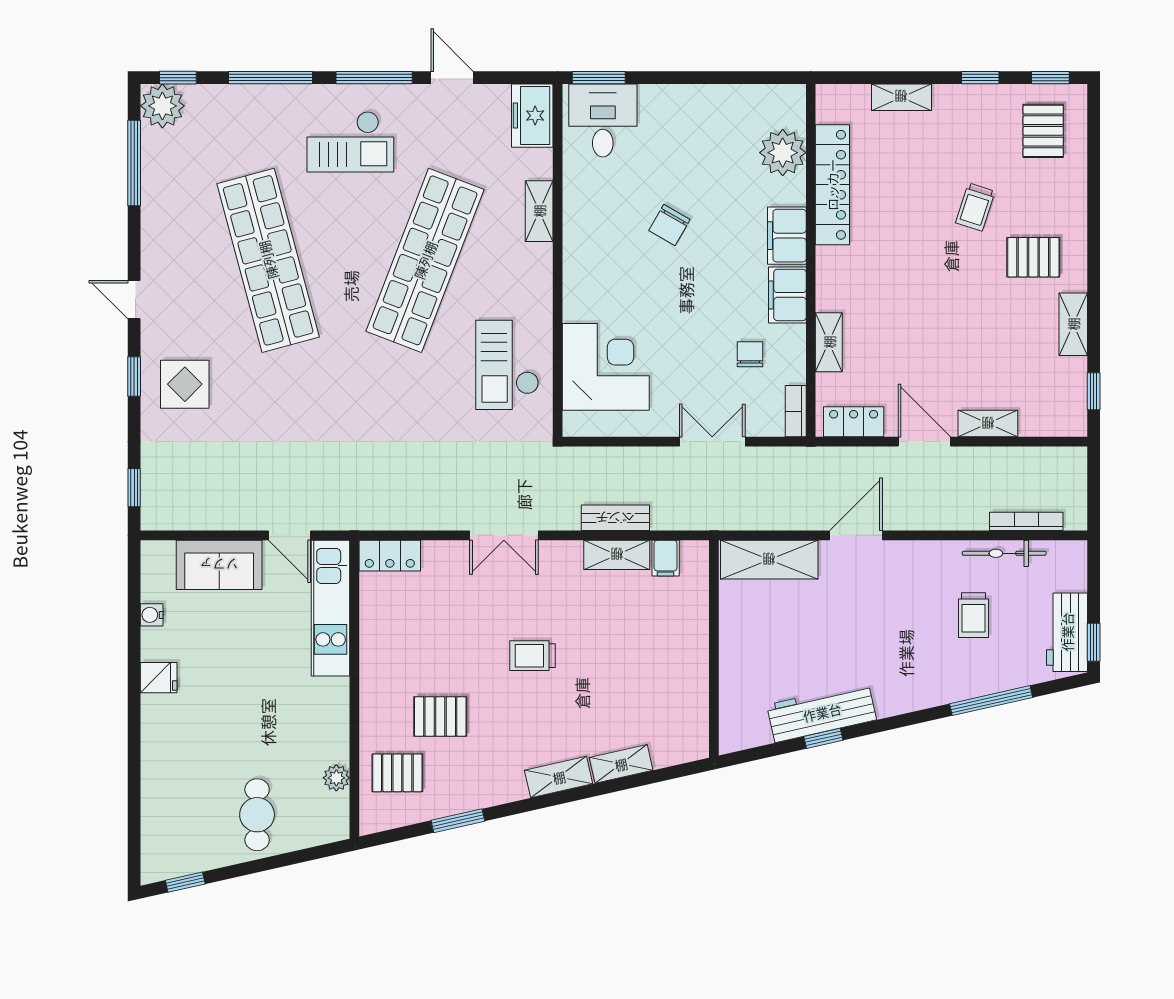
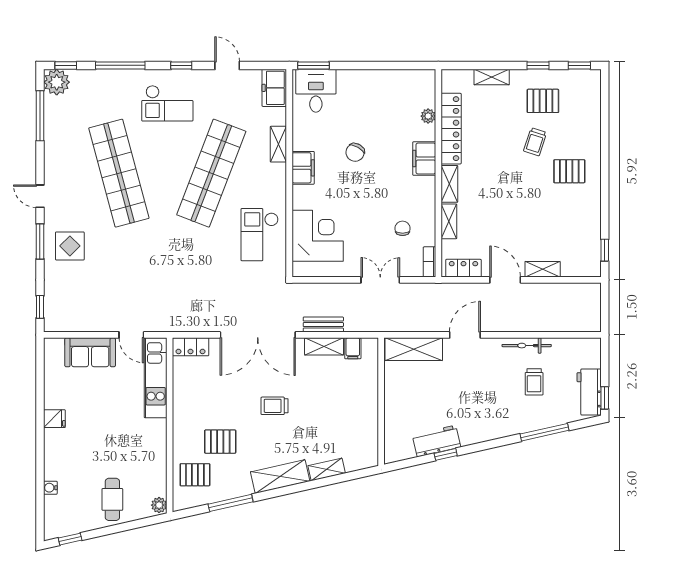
window: (374, 78) -> (181, 65), width x0.46
pallet: (1043, 131) -> (543, 101), moved, turned 90
plant: (783, 153) -> (428, 116), width x0.53, depth x0.53
filing cabinet: (787, 295) -> (303, 168), moved, turned 180
shelving: (1073, 324) -> (449, 184), moved
window: (134, 377) -> (40, 241), width x1.50
bookcase: (1026, 521) -> (565, 327), removed
double door: (504, 535) -> (258, 335), width x1.87
bicycle: (1004, 553) -> (527, 346), moved
water cooler: (152, 615) -> (50, 488), moved
workbench: (822, 712) -> (436, 441), width x0.73
shelving: (559, 777) -> (280, 477), width x1.50, depth x1.33
plant: (336, 778) -> (159, 505), moved
window: (458, 821) -> (231, 503), width x1.44

